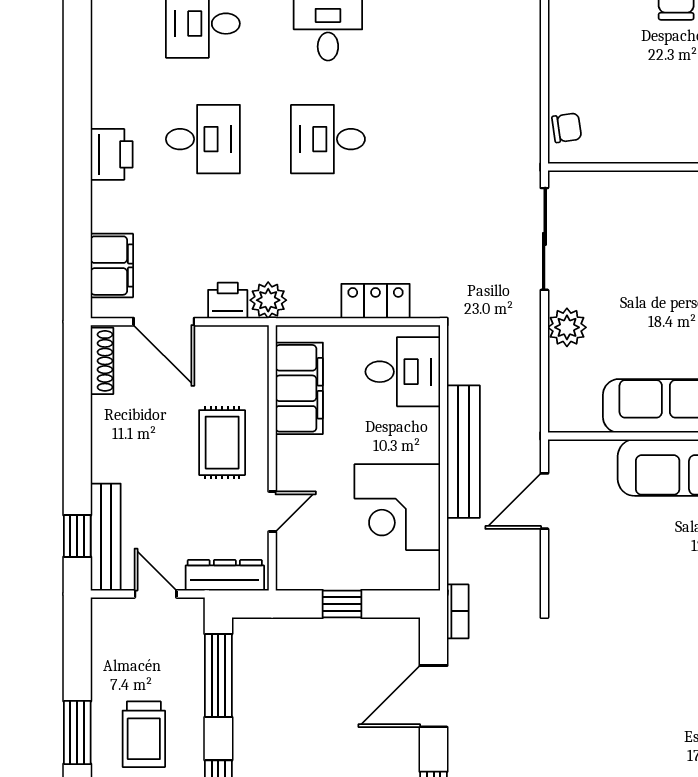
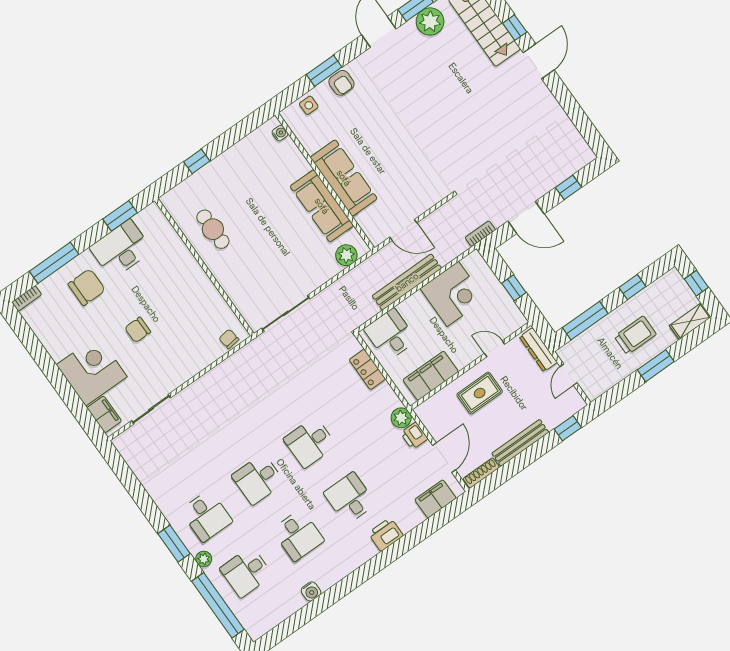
desk: (328, 139) -> (310, 442), turned 90
plant: (567, 327) -> (346, 255), moved
bench: (106, 537) -> (520, 443), moved

